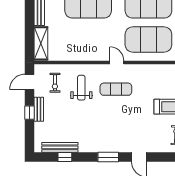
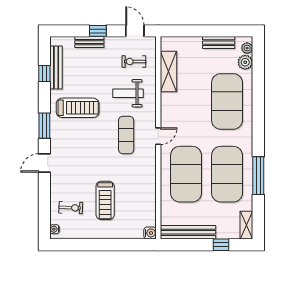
shelving: (41, 43) -> (169, 72), moved, turned 90
weight bench: (81, 88) -> (128, 93), turned 180
bench: (39, 109) -> (89, 42), moved
treadmill: (93, 129) -> (78, 108), added

